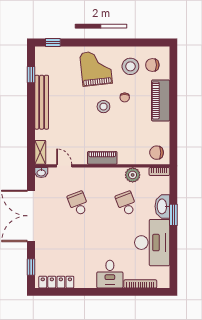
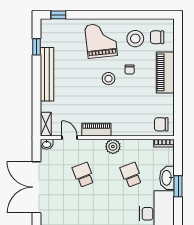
piano: (102, 158) -> (96, 130), moved
plant: (133, 175) -> (113, 147), moved

